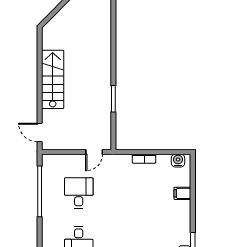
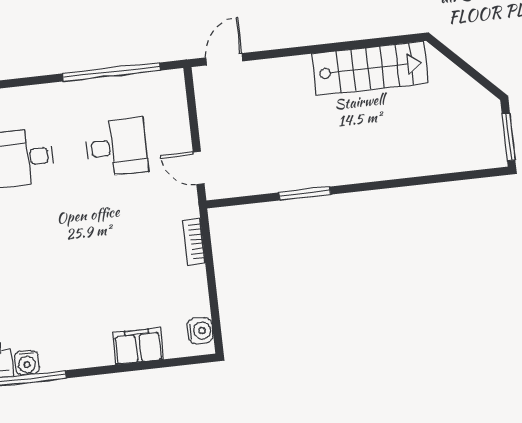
stairs: (53, 79) -> (370, 68), moved
bookcase: (144, 159) -> (194, 242), moved
filing cabinet: (182, 193) -> (138, 346), width x2.00

